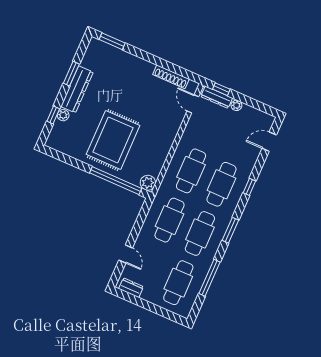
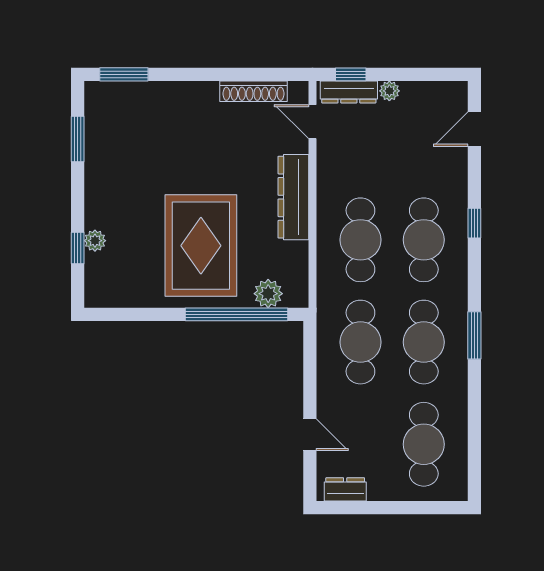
window: (71, 74) -> (78, 139), moved
dresser: (77, 89) -> (293, 197), moved, turned 180
plant: (148, 183) -> (268, 294), moved
window: (230, 230) -> (474, 335), moved
window: (210, 278) -> (474, 412), removed

